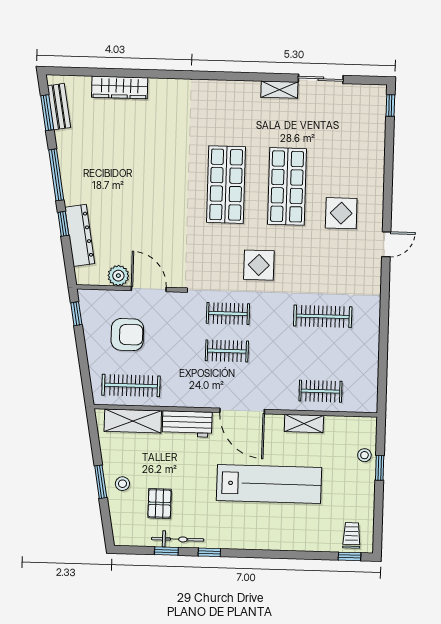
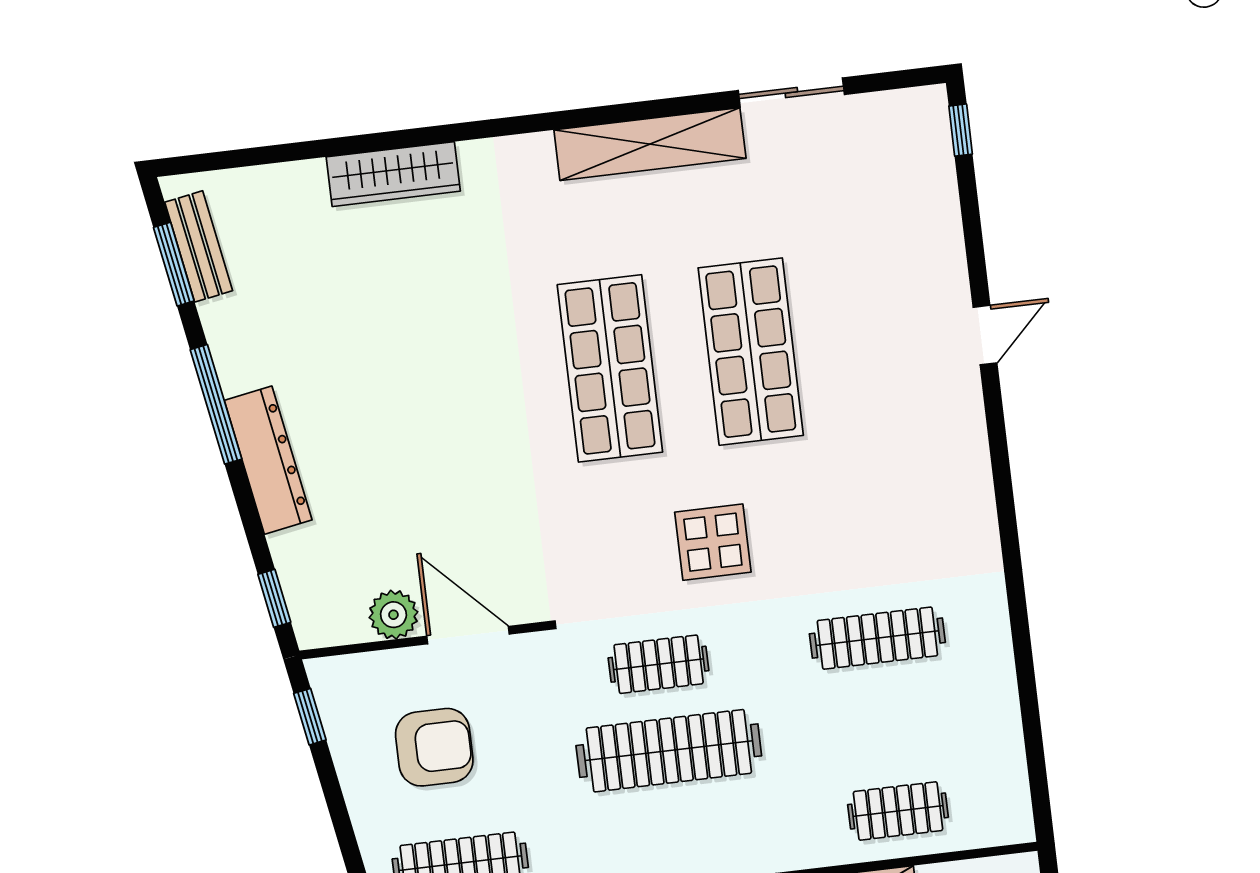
wardrobe: (120, 87) -> (393, 174), moved
shelving: (279, 90) -> (650, 144), width x2.20, depth x1.33
display table: (341, 213) -> (884, 394), removed
window: (63, 224) -> (274, 598), moved
dresser: (80, 235) -> (268, 460), moved
door: (386, 244) -> (985, 335), moved
clothes rail: (227, 351) -> (669, 751), width x1.86, depth x1.31

